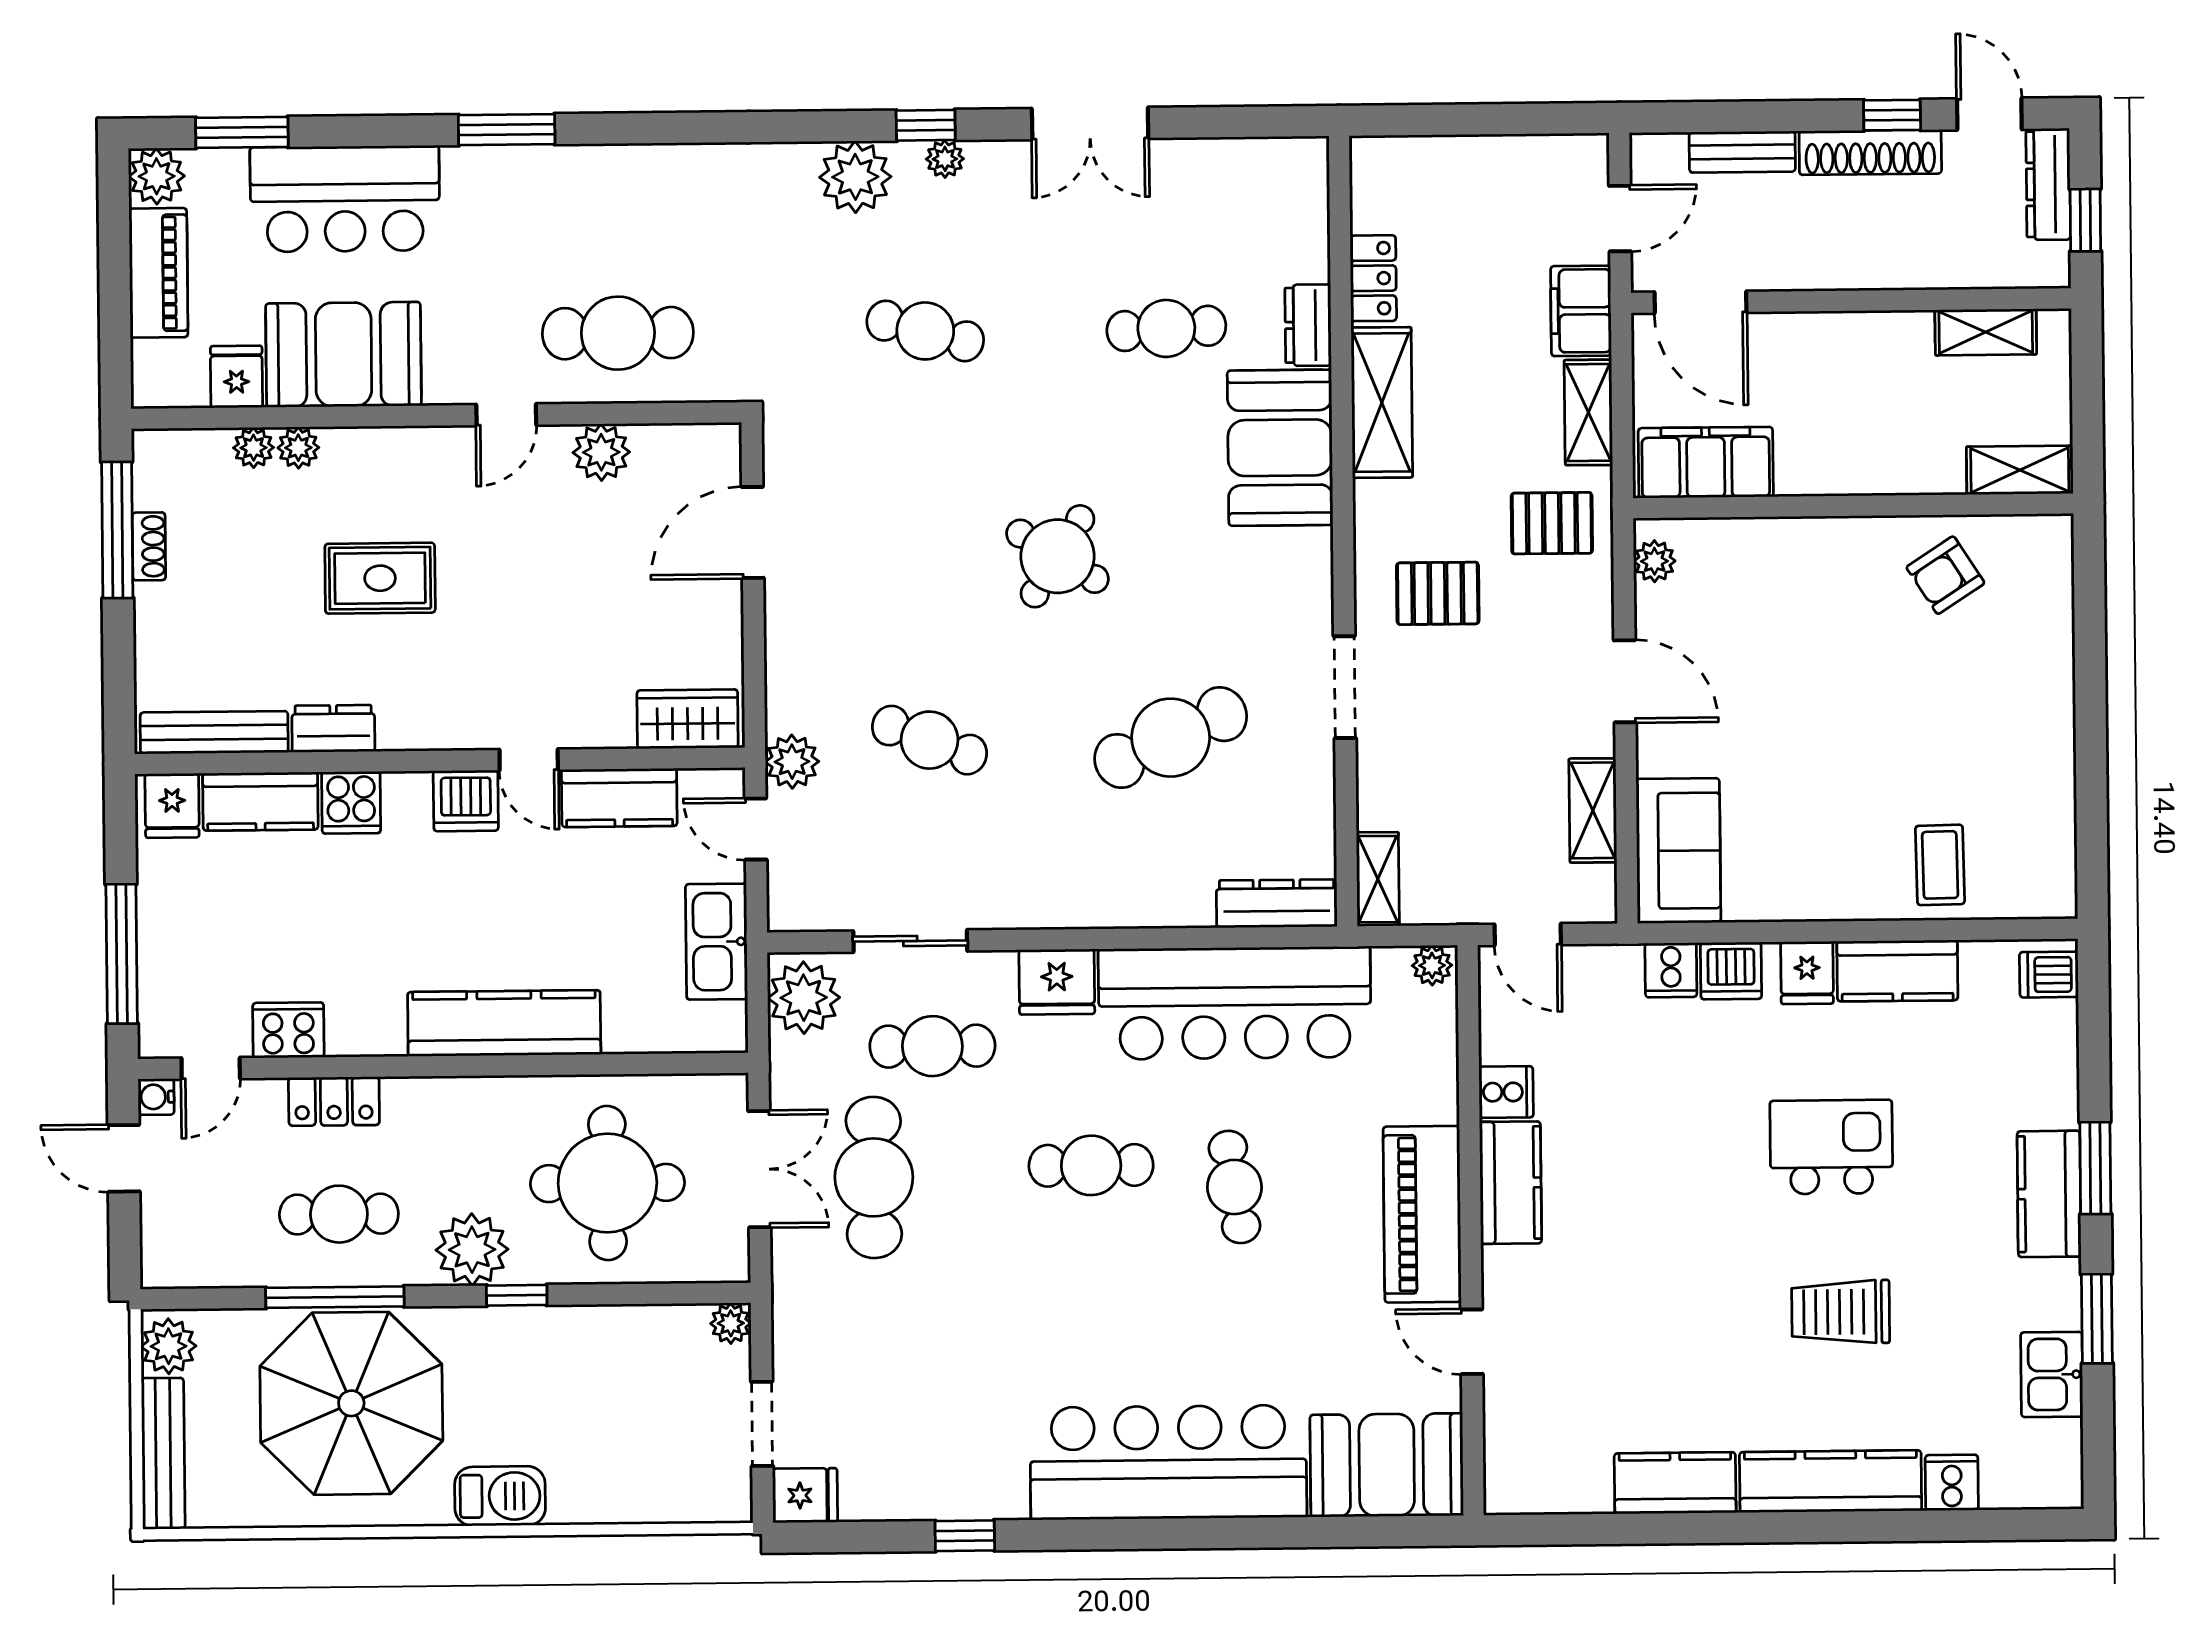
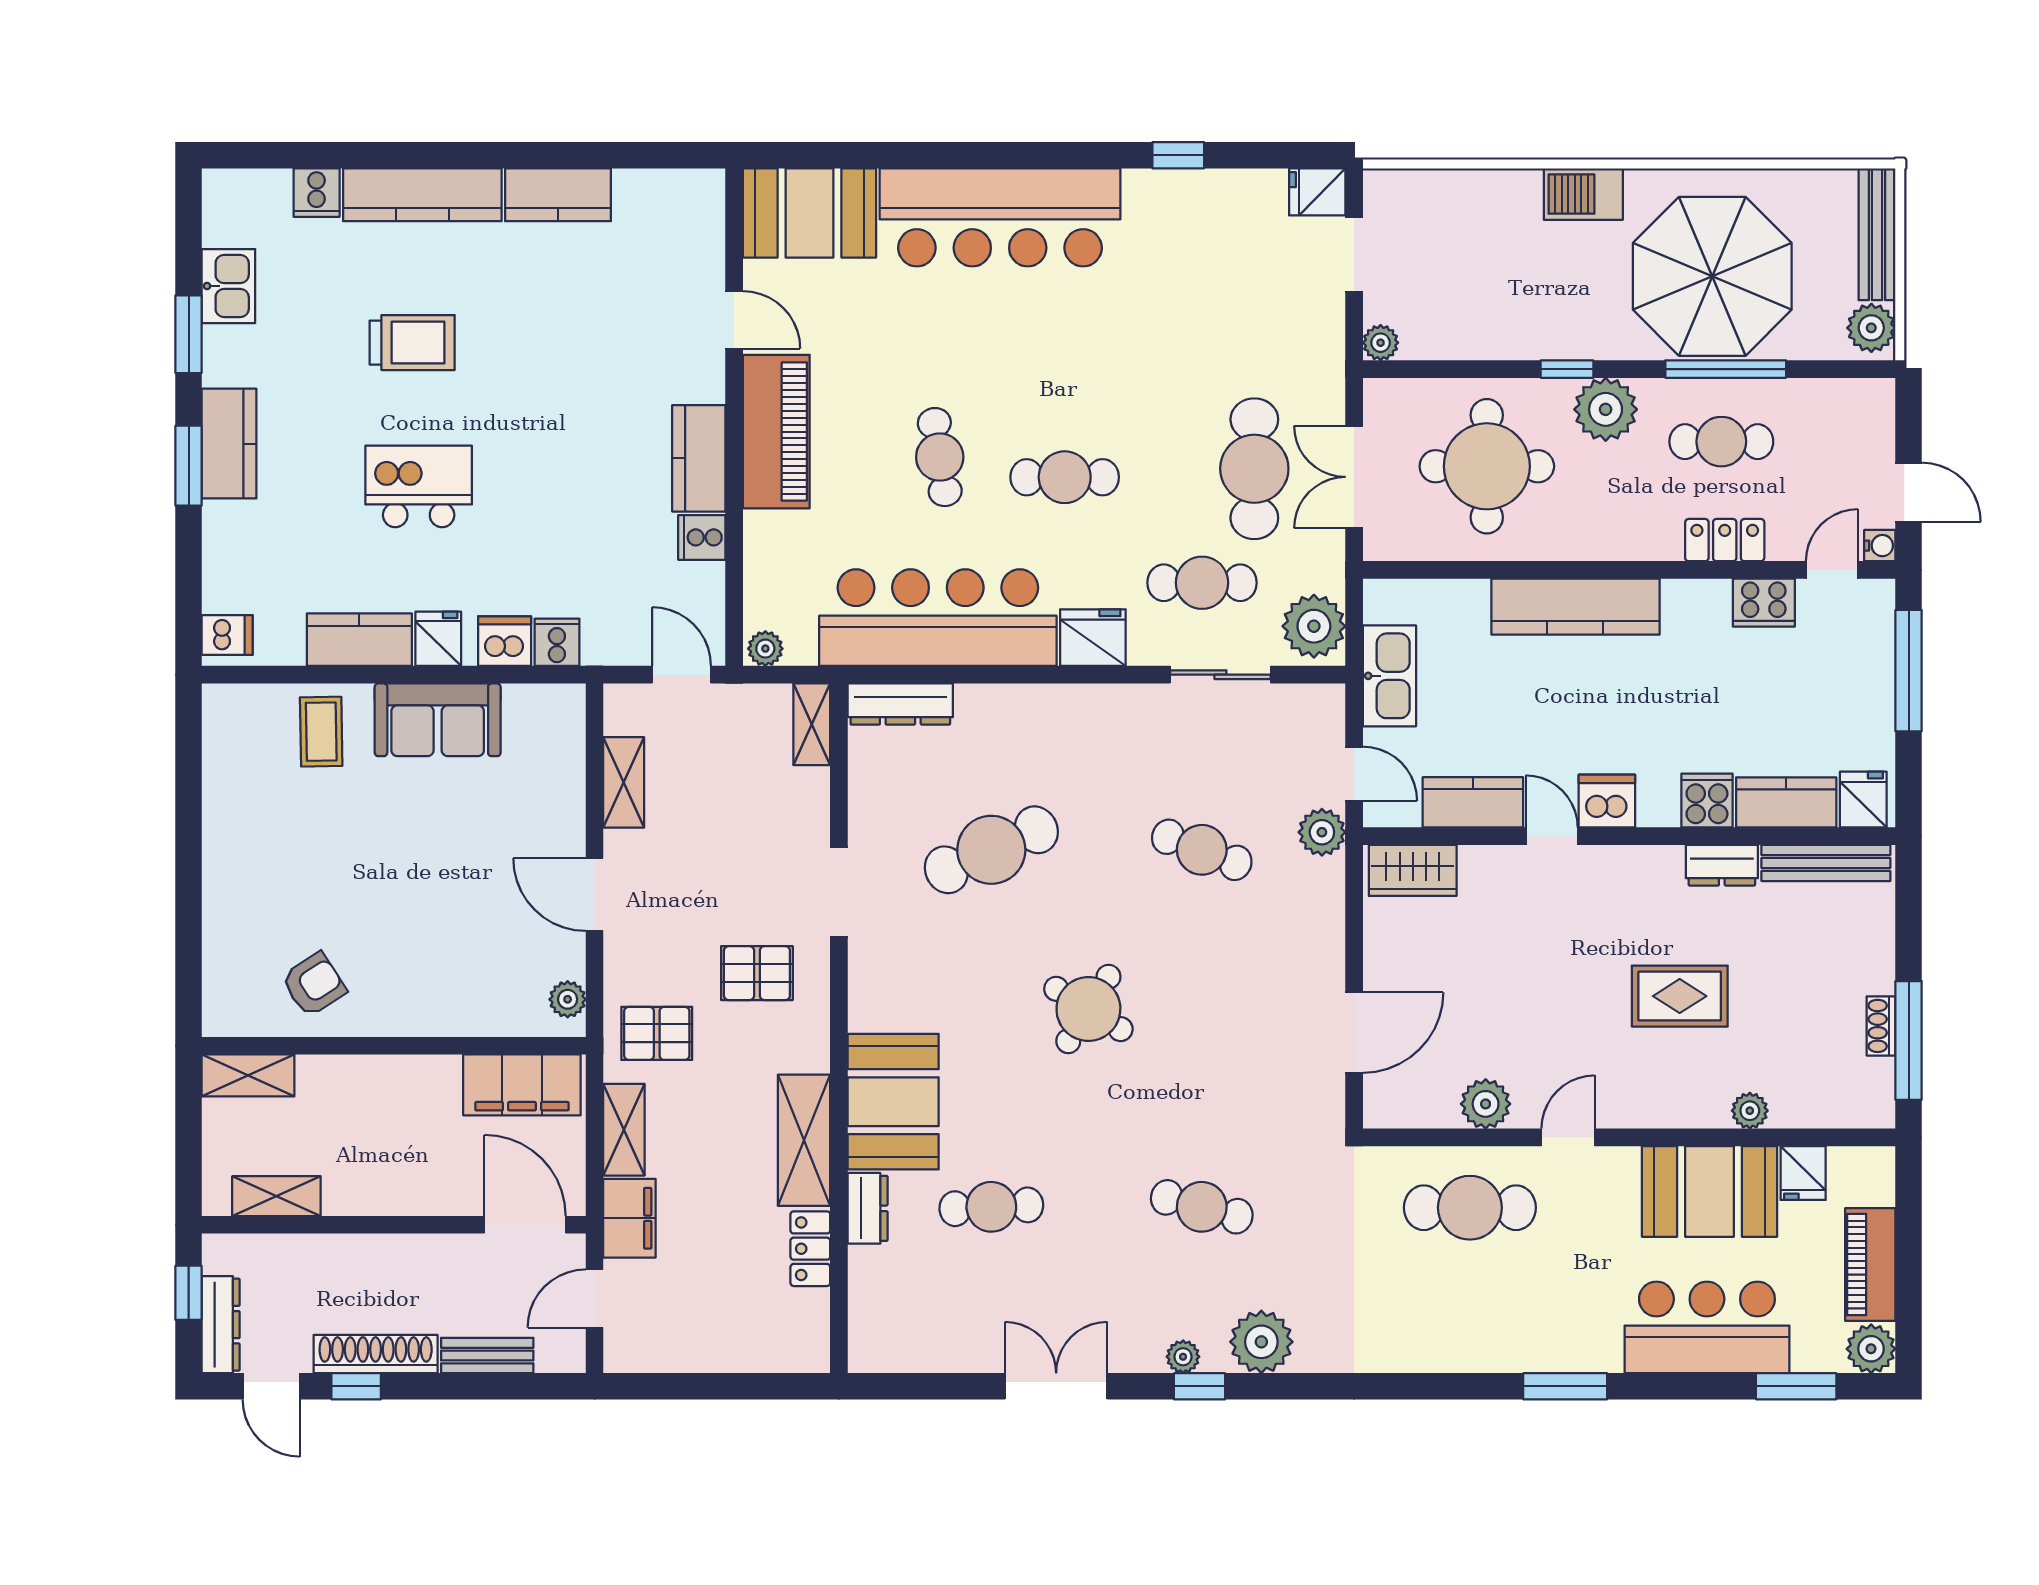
plant: (254, 448) -> (1789, 1111), removed
sofa: (1678, 851) -> (438, 720), moved, turned -90
kitchen island: (1831, 1147) -> (419, 486), turned 180

